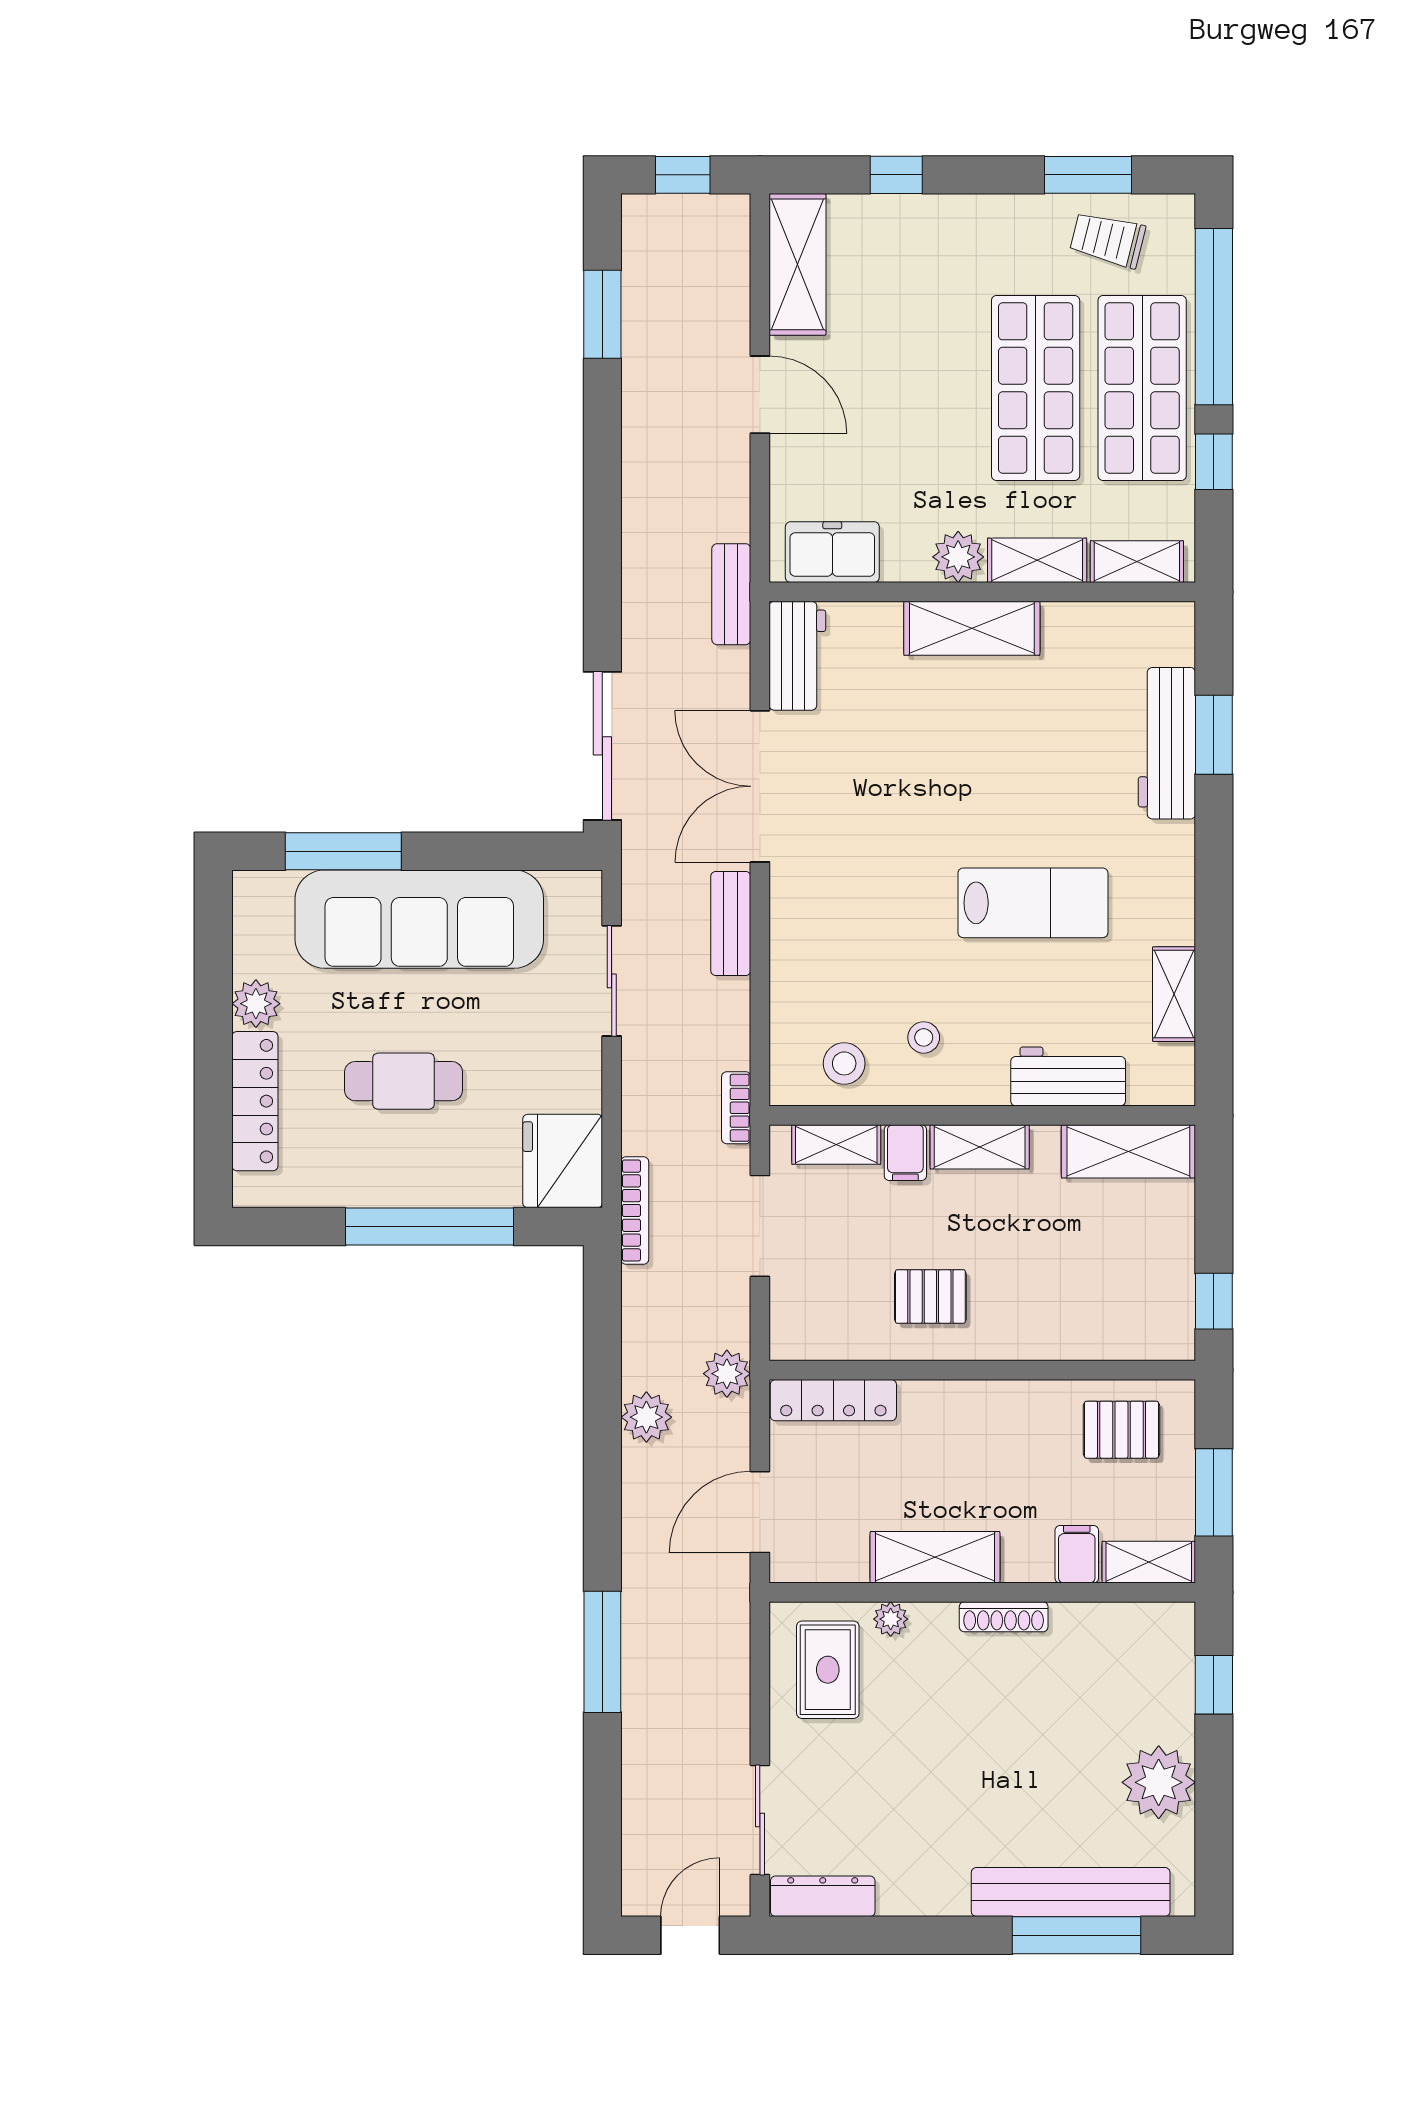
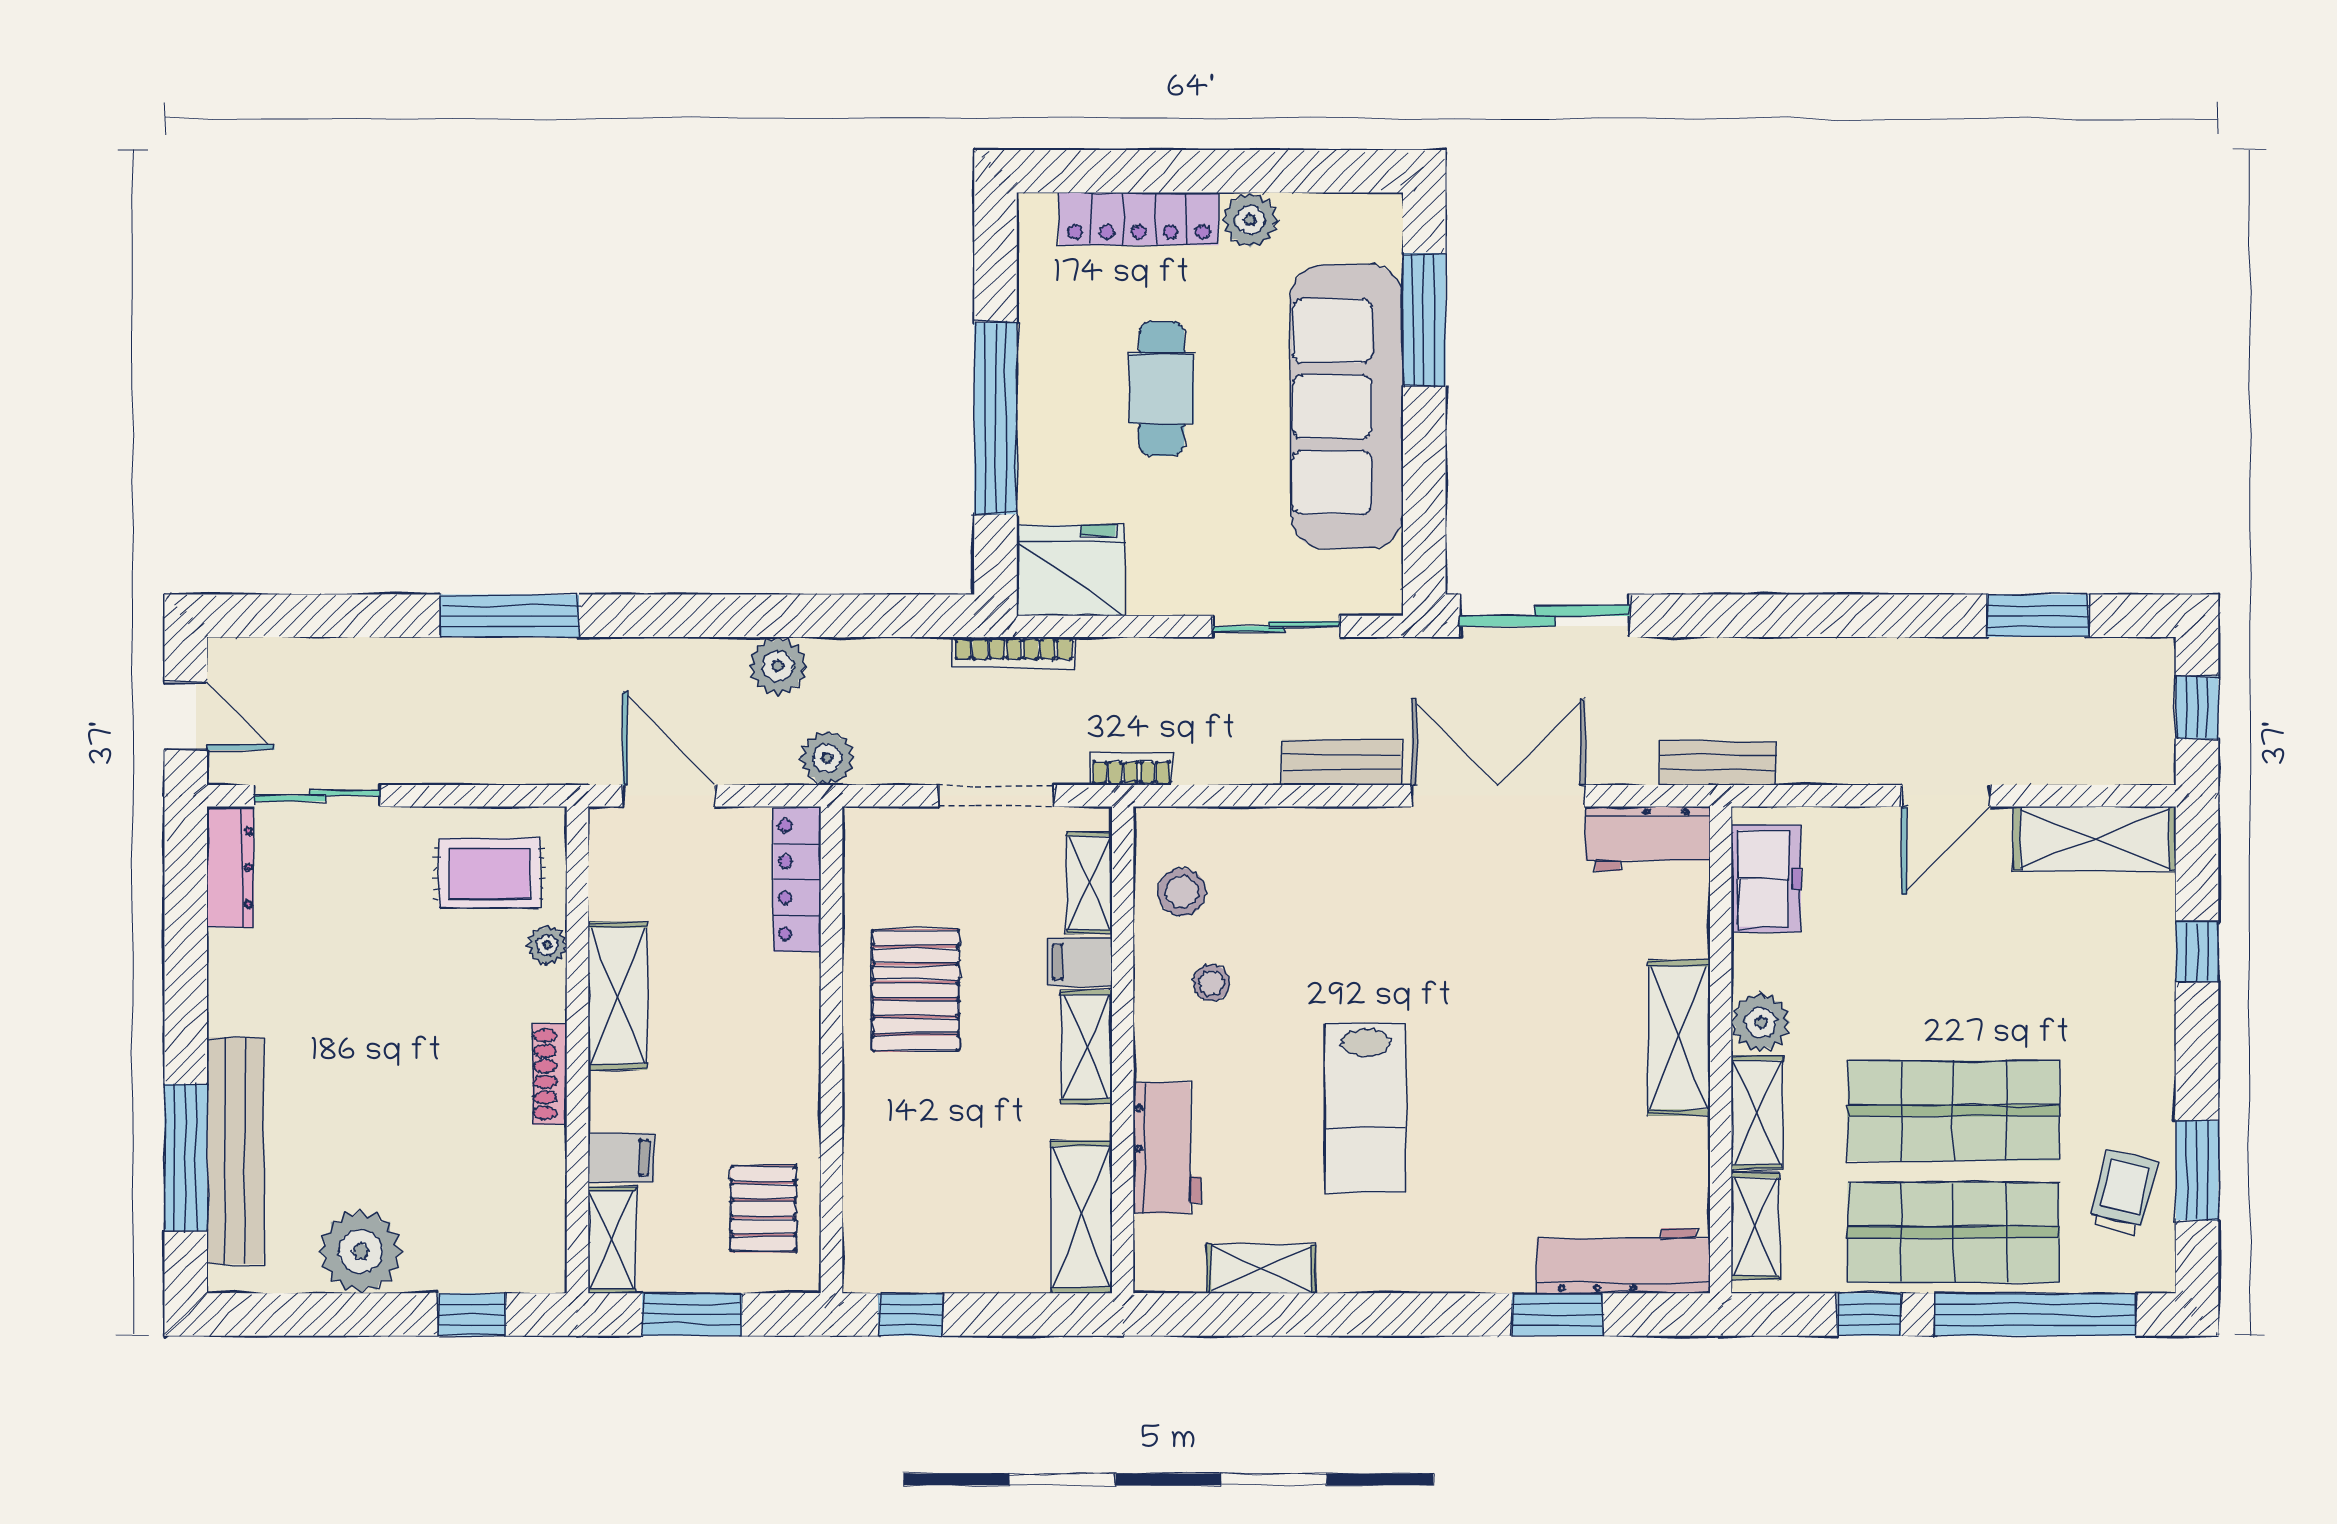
workbench: (1167, 743) -> (1623, 1261), moved
pallet: (930, 1296) -> (916, 991), width x1.50, depth x1.42

